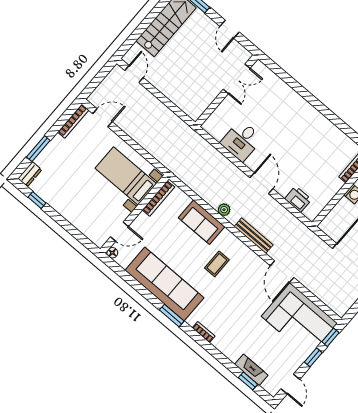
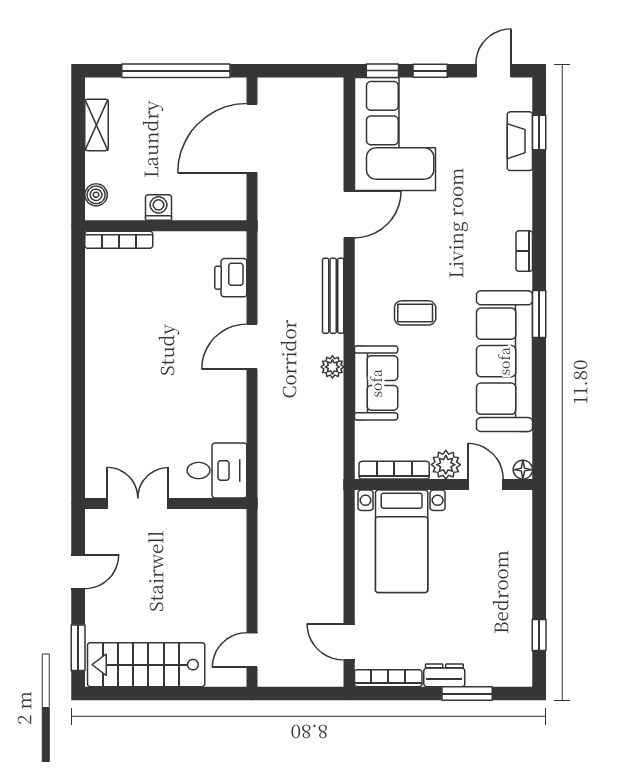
desk: (242, 141) -> (217, 470), moved
dresser: (30, 174) -> (444, 675), moved
plant: (142, 222) -> (446, 465), added

